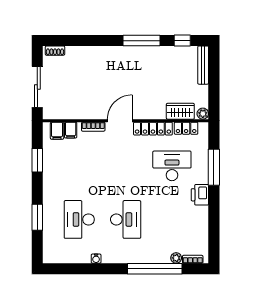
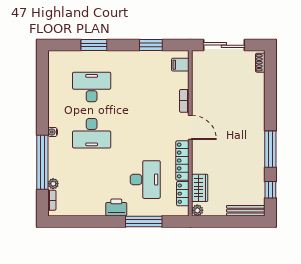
filing cabinet: (71, 130) -> (181, 78), removed
water cooler: (96, 259) -> (53, 132), moved

